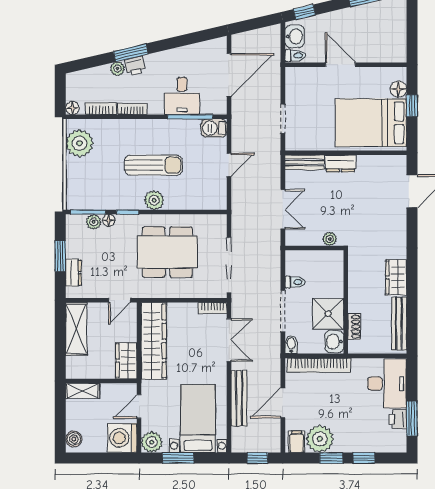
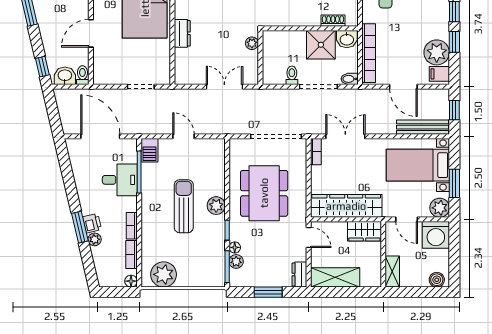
bench: (304, 162) -> (181, 67), removed
dresser: (73, 273) -> (299, 275), moved, turned -90
bench: (239, 398) -> (422, 127), moved

